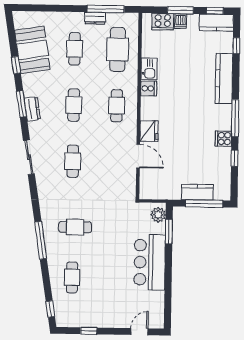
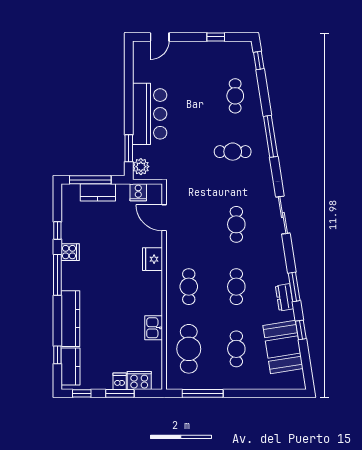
dresser: (95, 18) -> (214, 383), removed
kitchen counter: (216, 23) -> (70, 366), moved, turned 90
cooker: (149, 88) -> (138, 192), moved, turned -90
dresser: (32, 109) -> (285, 297), moved
door: (138, 156) -> (164, 218), moved
sliding door: (29, 157) -> (283, 215), moved

